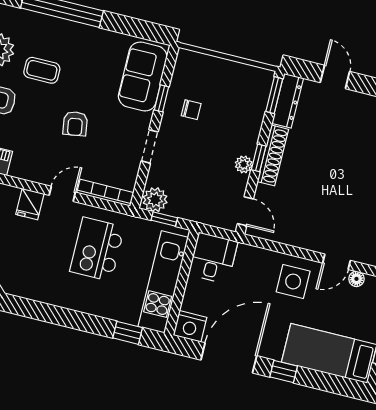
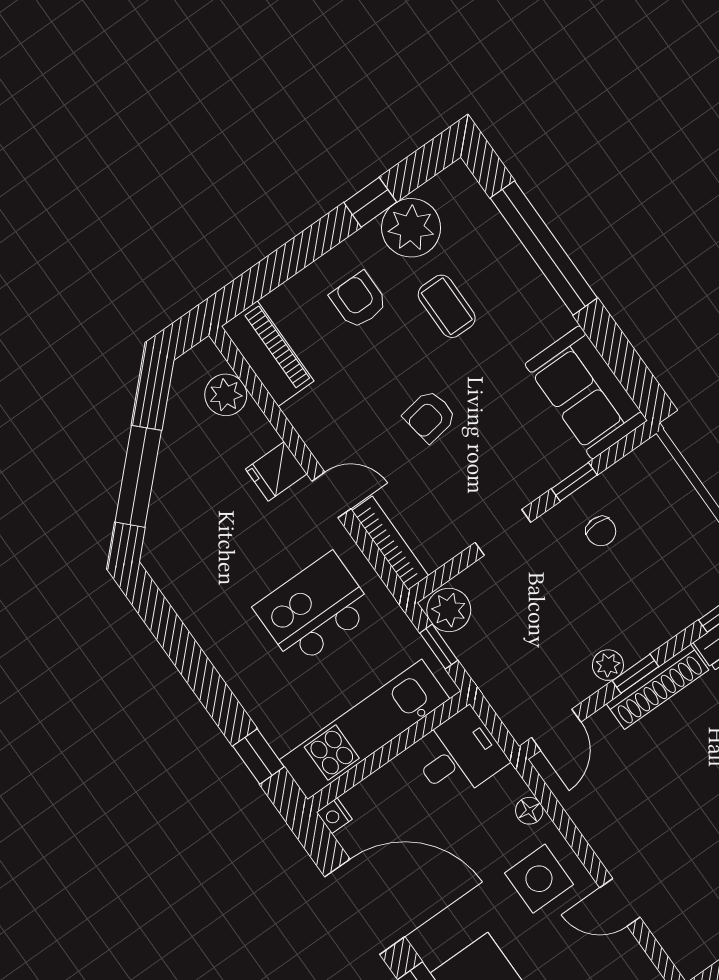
sofa: (143, 76) -> (586, 392), moved, turned -90
floor lamp: (356, 279) -> (529, 811), moved
nightstand: (190, 326) -> (334, 816), width x0.53, depth x0.56

